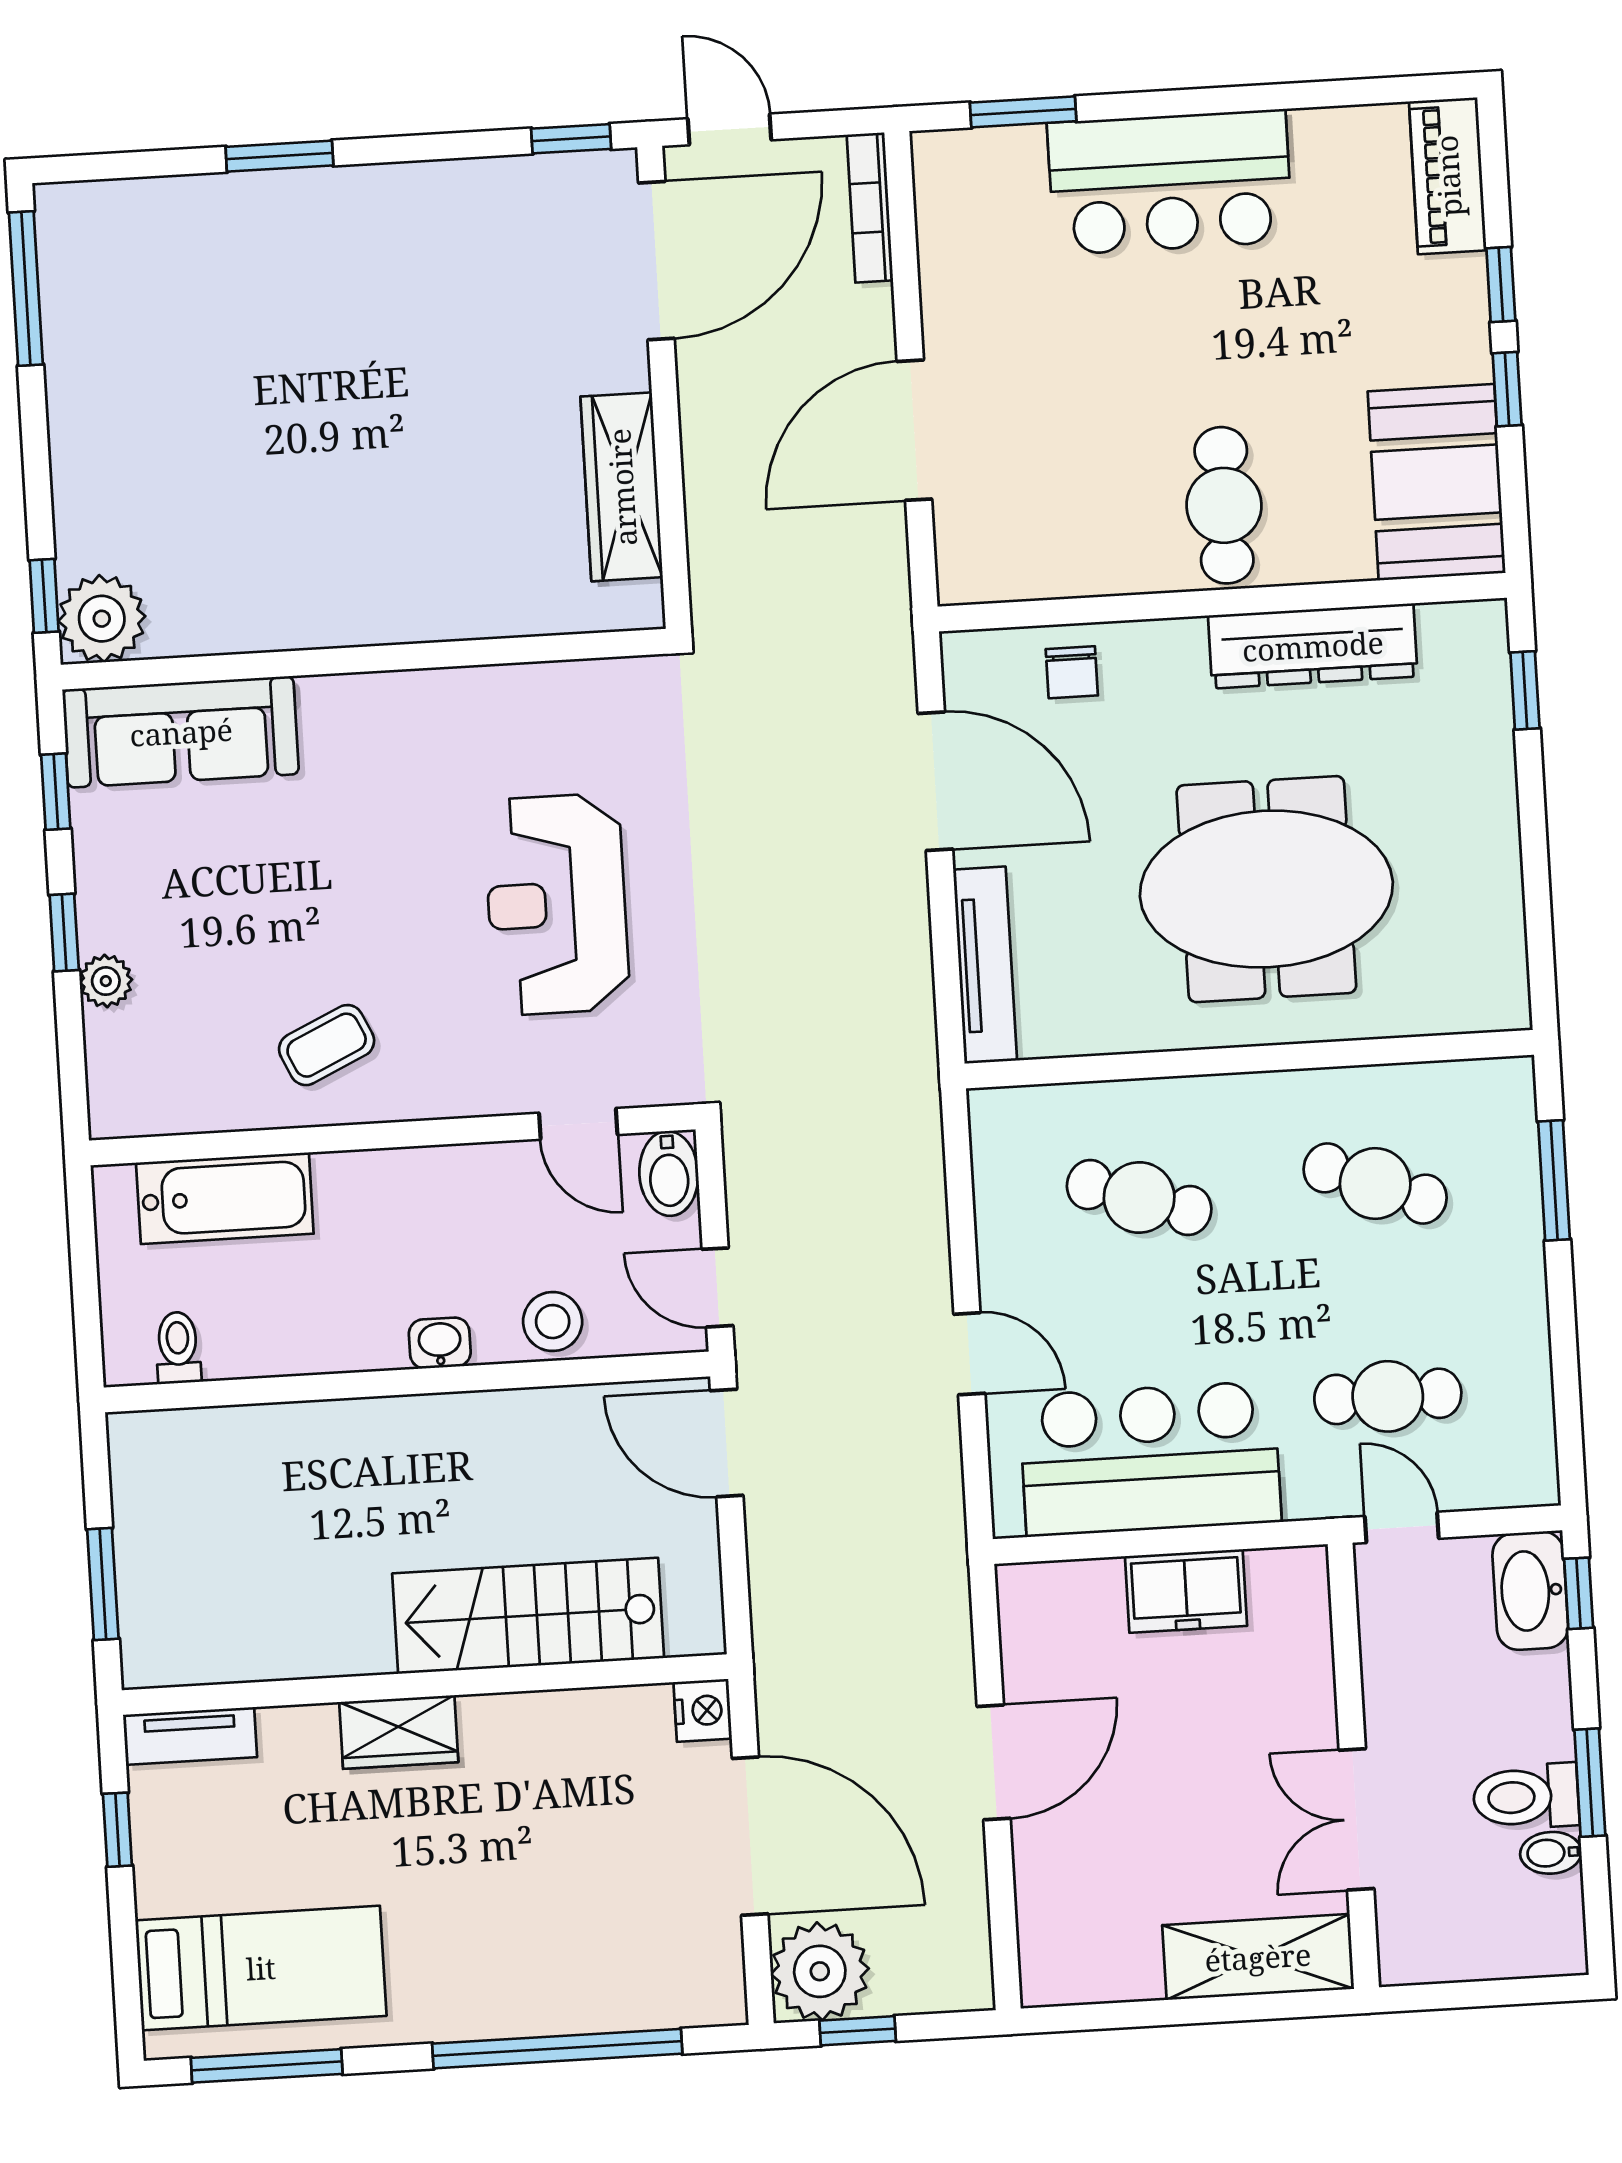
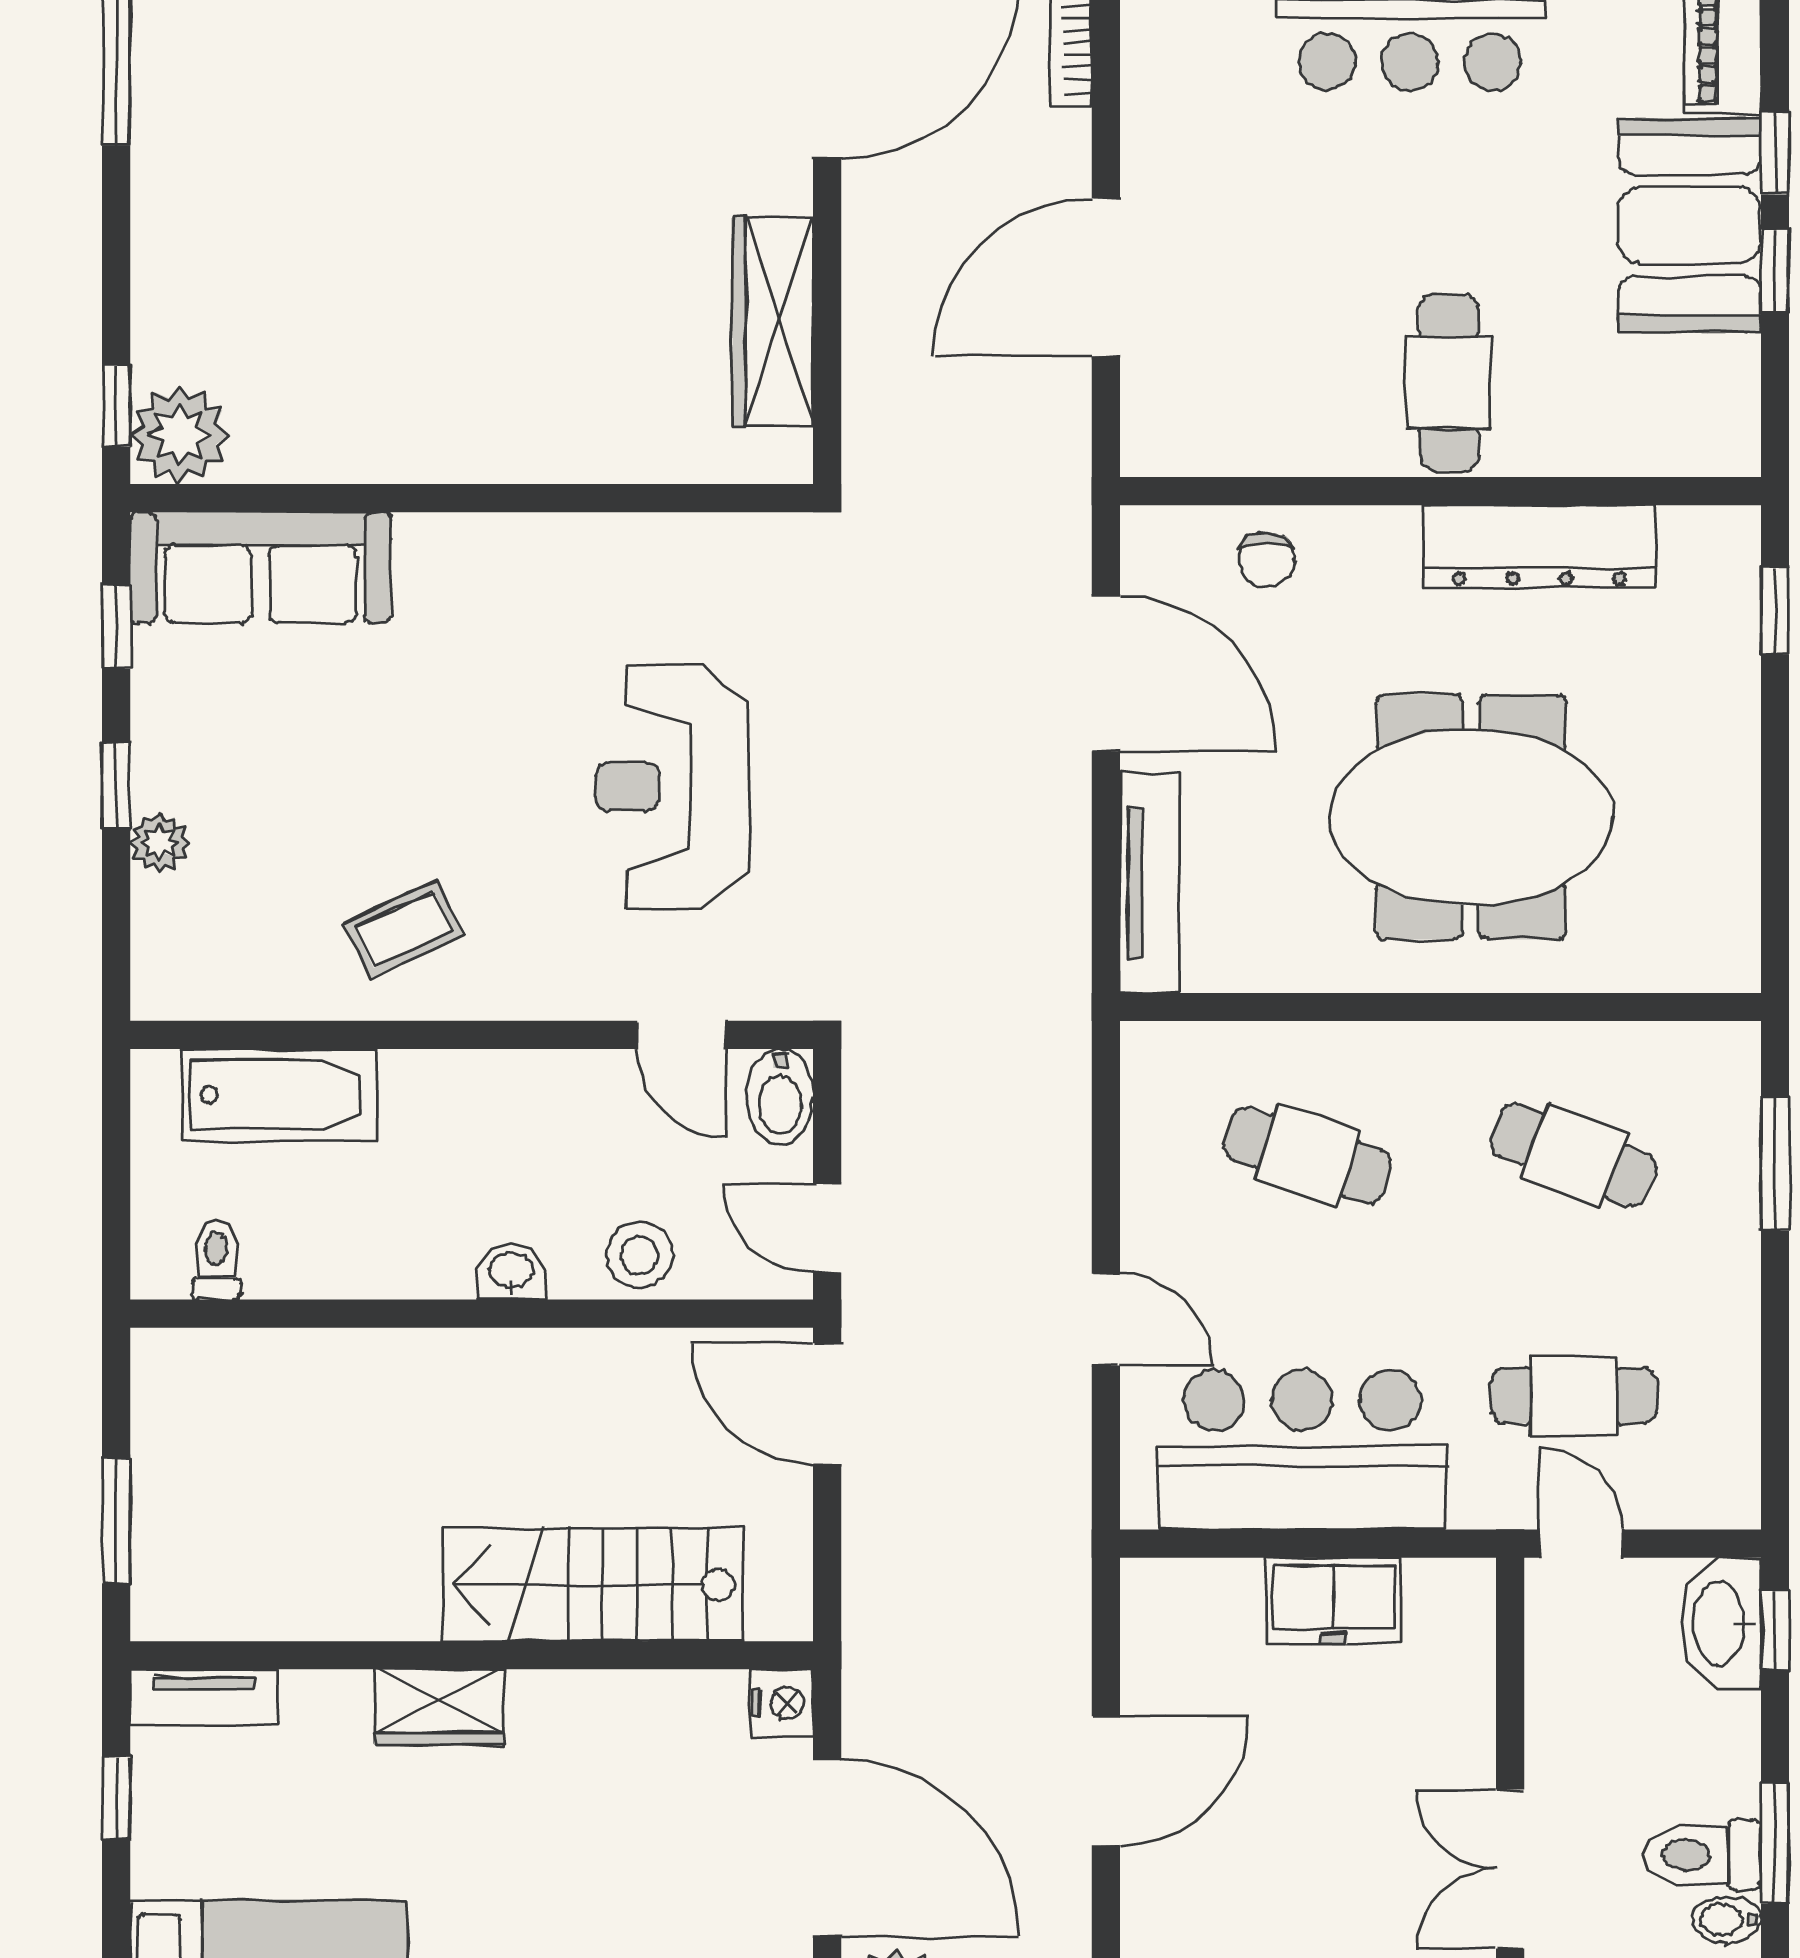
booth: (1437, 482) -> (1690, 225), moved

